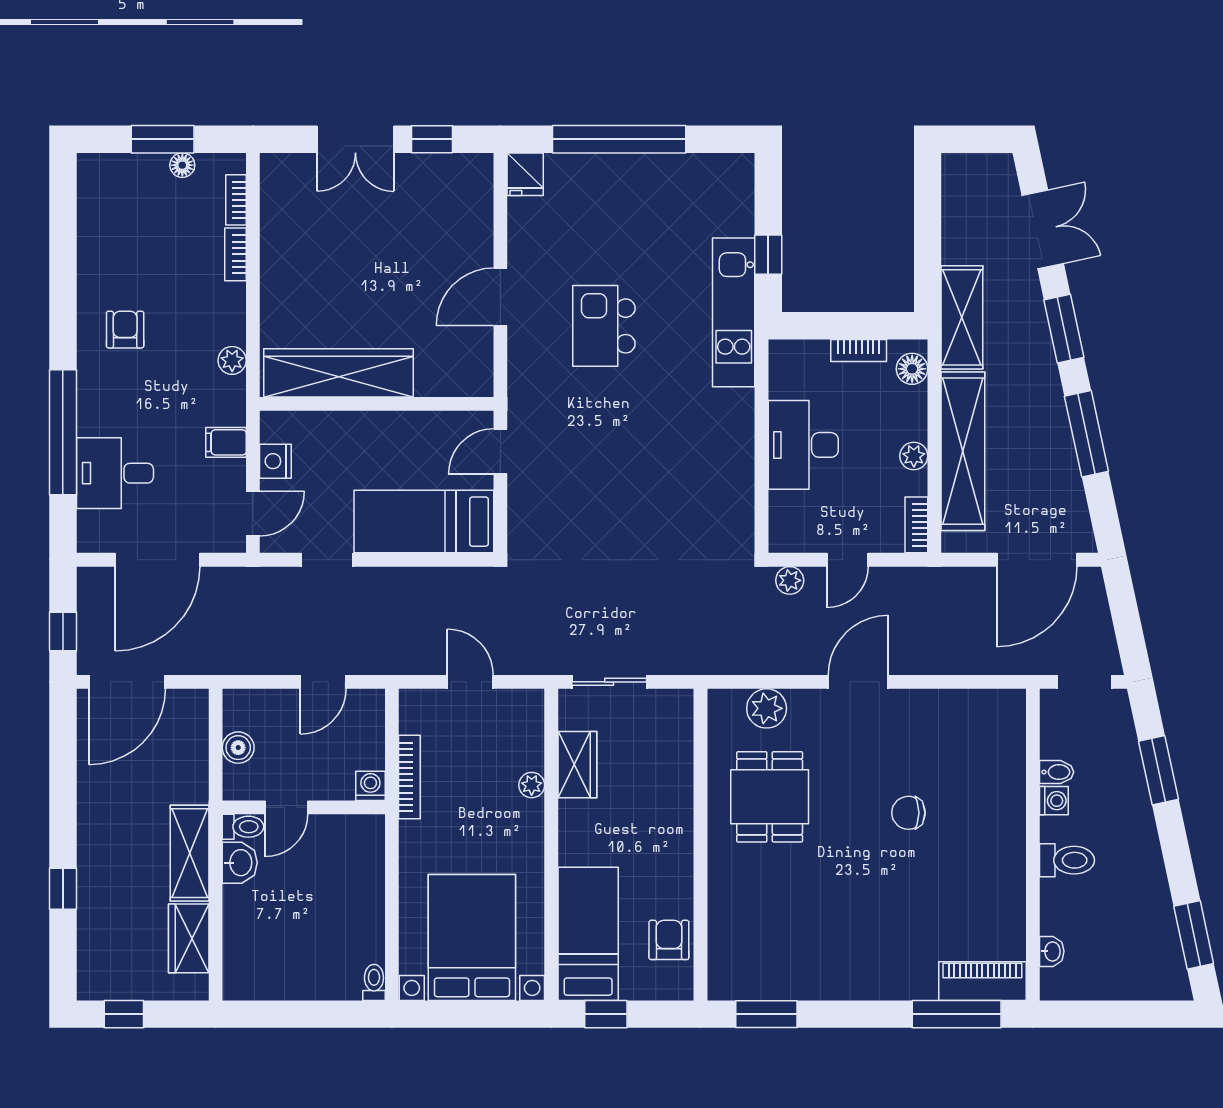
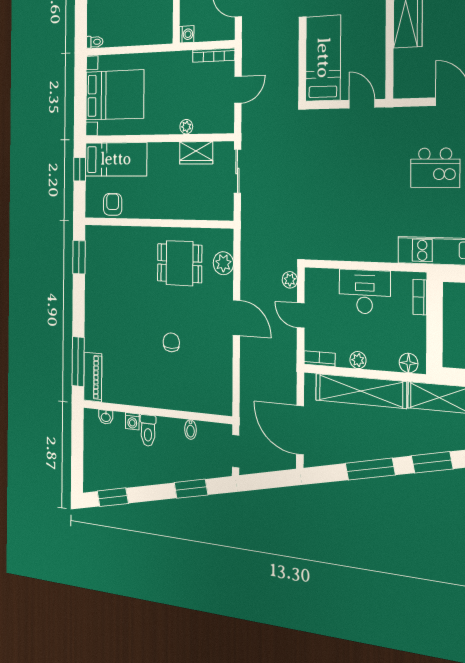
kitchen island: (604, 326) -> (435, 168), turned 180
bookcase: (859, 350) -> (420, 297), moved
bookcase: (409, 777) -> (214, 55), moved
washing machine: (1054, 801) -> (132, 421), moved
armchair: (669, 940) -> (113, 204), turned -90

